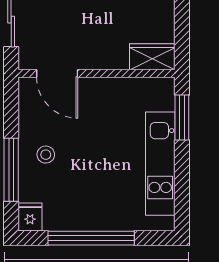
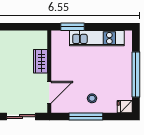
wardrobe: (152, 57) -> (41, 61), moved
window: (11, 170) -> (86, 117), moved

